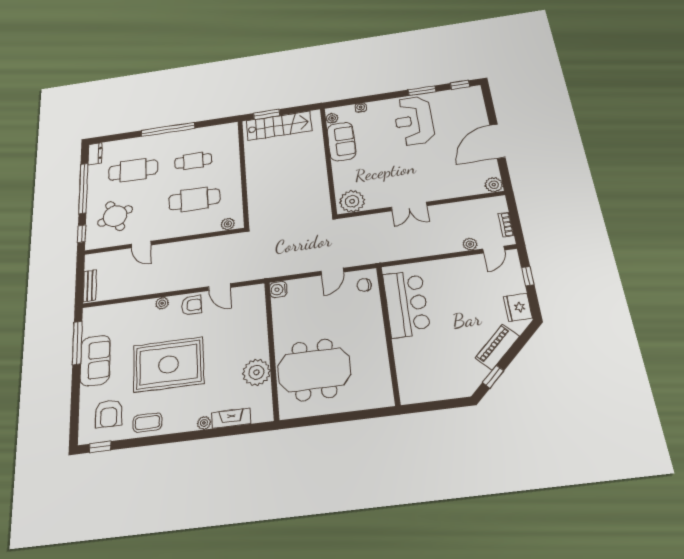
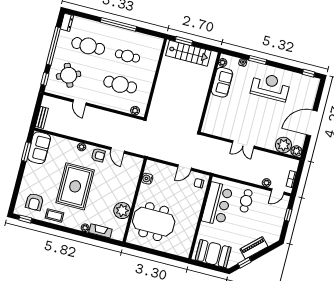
window: (422, 91) -> (258, 60), moved
reception desk: (414, 121) -> (270, 87), turned 90
plant: (352, 201) -> (283, 145), moved
cafe table: (450, 282) -> (246, 201), added
water cooler: (278, 289) -> (147, 179), moved
fridge: (518, 307) -> (275, 230), removed
window: (77, 343) -> (26, 152), width x0.69
sofa: (95, 360) -> (39, 148), moved
rug: (169, 364) -> (75, 186), turned 90
booth: (434, 382) -> (213, 254), added

